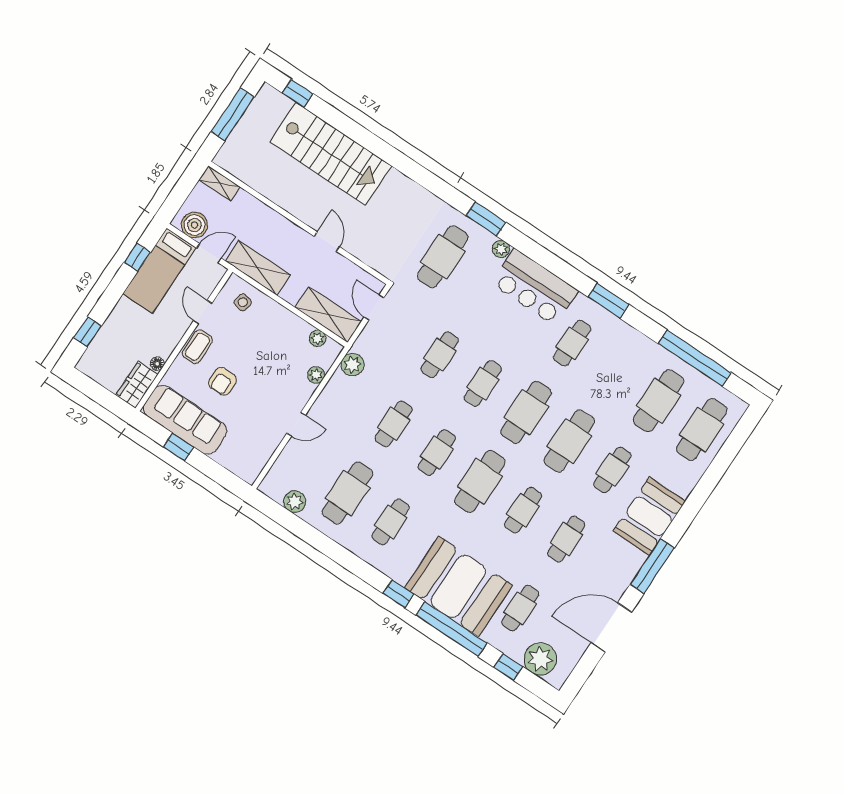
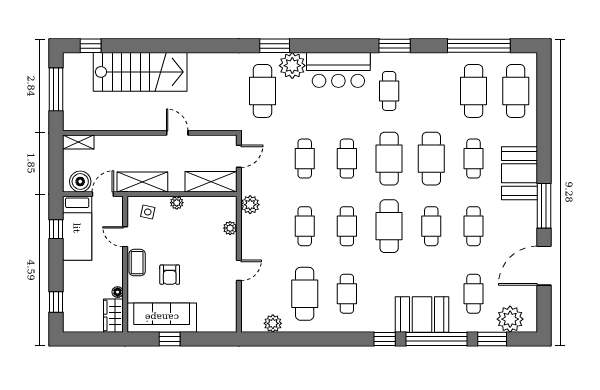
plant: (501, 249) -> (292, 66), width x1.88, depth x1.88
door: (374, 307) -> (239, 156), swing flipped
plant: (318, 338) -> (177, 203), moved
booth: (458, 587) -> (422, 315), width x0.73, depth x0.70
window: (508, 667) -> (492, 339), width x1.50

